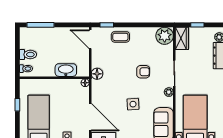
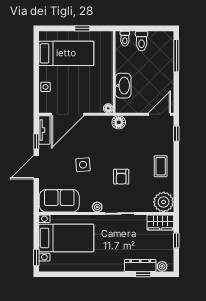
coffee table: (120, 37) -> (161, 166), moved

